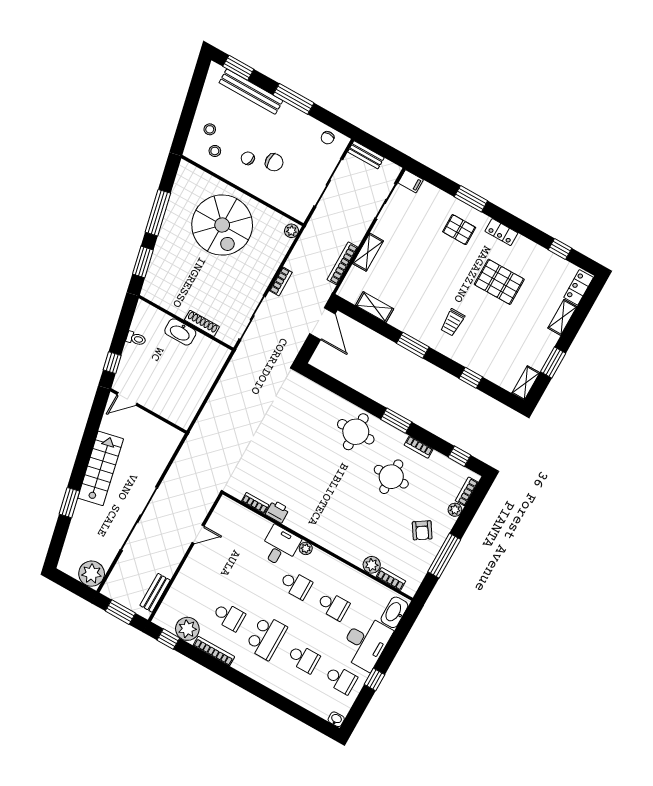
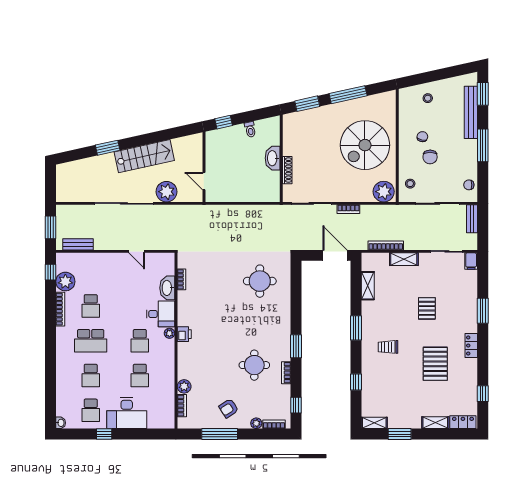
stool: (215, 151) -> (410, 184), moved
pallet: (459, 230) -> (427, 308), moved
plant: (291, 231) -> (384, 192), width x1.87, depth x1.87
door: (322, 324) -> (335, 255), swing flipped
door: (127, 399) -> (204, 181), moved
round table: (356, 432) -> (260, 281), moved
printer: (277, 512) -> (184, 334), moved
plant: (92, 574) -> (167, 192), moved
washbasin: (394, 612) -> (167, 288), moved, turned -90

